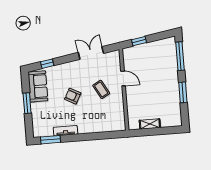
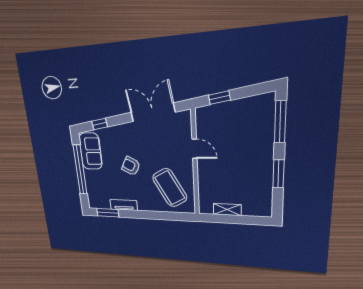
double door: (91, 53) -> (153, 112), width x1.37
coffee table: (101, 89) -> (170, 188), moved, width x1.86, depth x1.72
window: (27, 103) -> (80, 170), width x2.11

